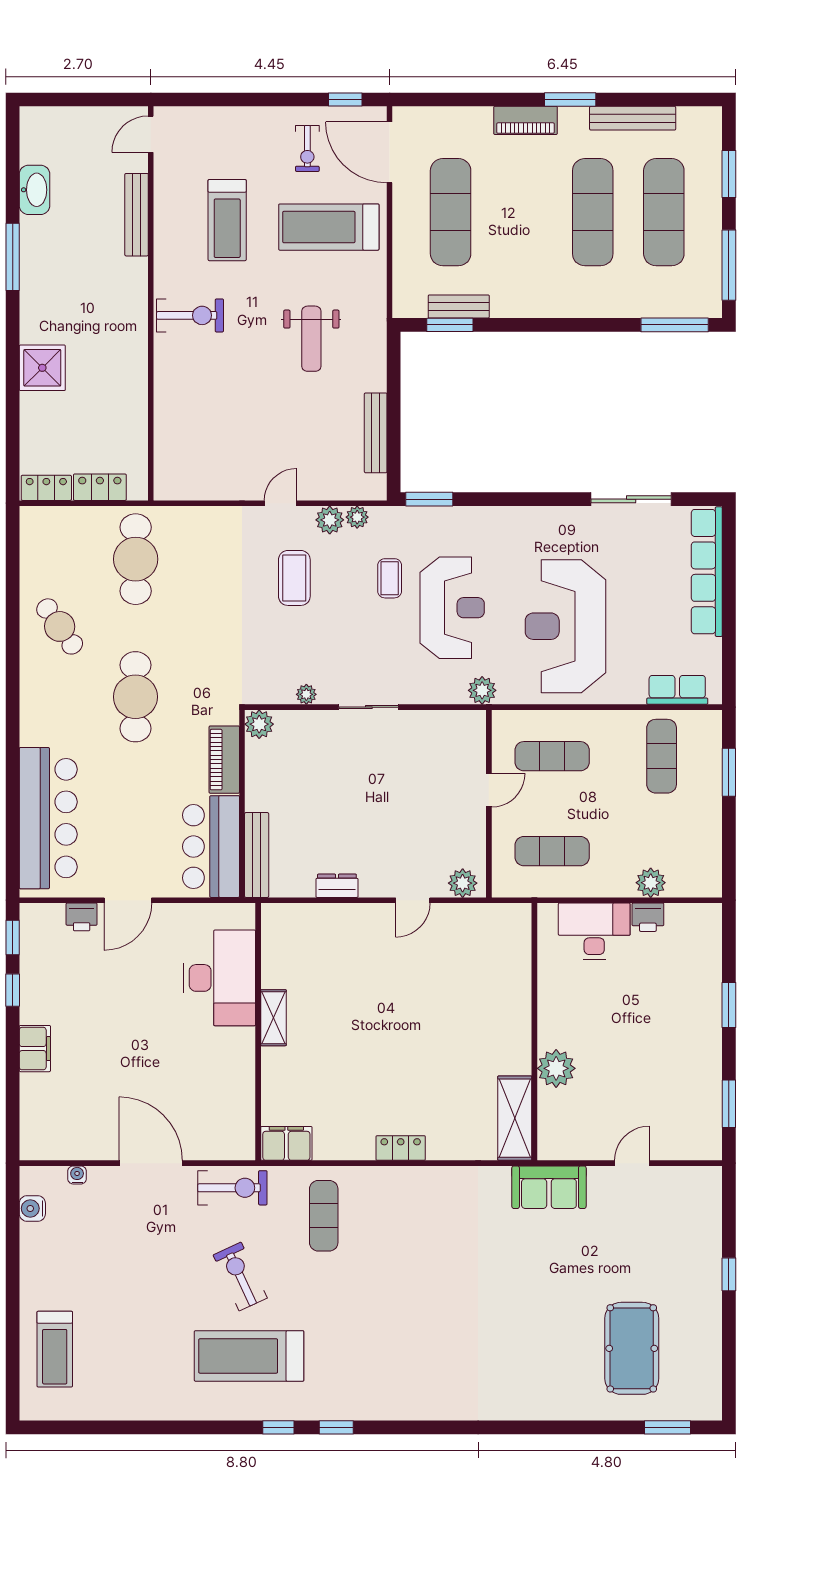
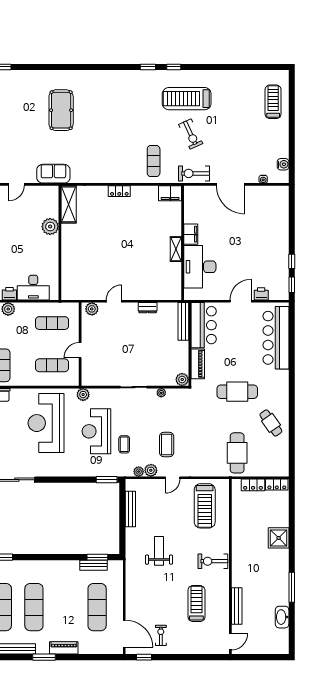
treadmill: (329, 227) -> (205, 506), moved, turned 90
reception desk: (565, 626) -> (46, 423), turned 180
cafe table: (135, 697) -> (237, 392), turned 90
filing cabinet: (35, 1049) -> (191, 234), moved, turned 180
pool table: (632, 1348) -> (61, 110), moved
treadmill: (249, 1356) -> (187, 99), turned 180

